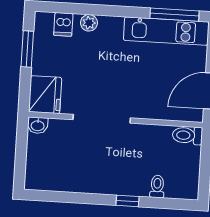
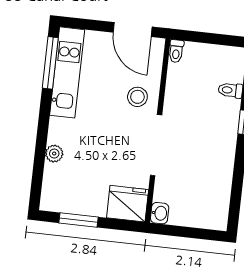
dishwasher: (63, 24) -> (55, 181), removed
stool: (147, 99) -> (137, 97), added
toilet: (187, 135) -> (176, 51), width x0.73, depth x0.72

